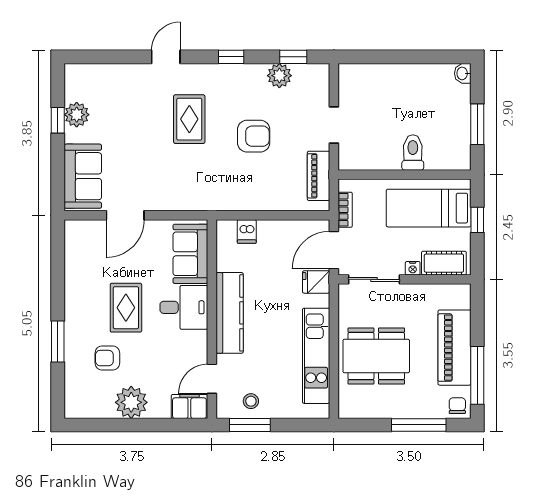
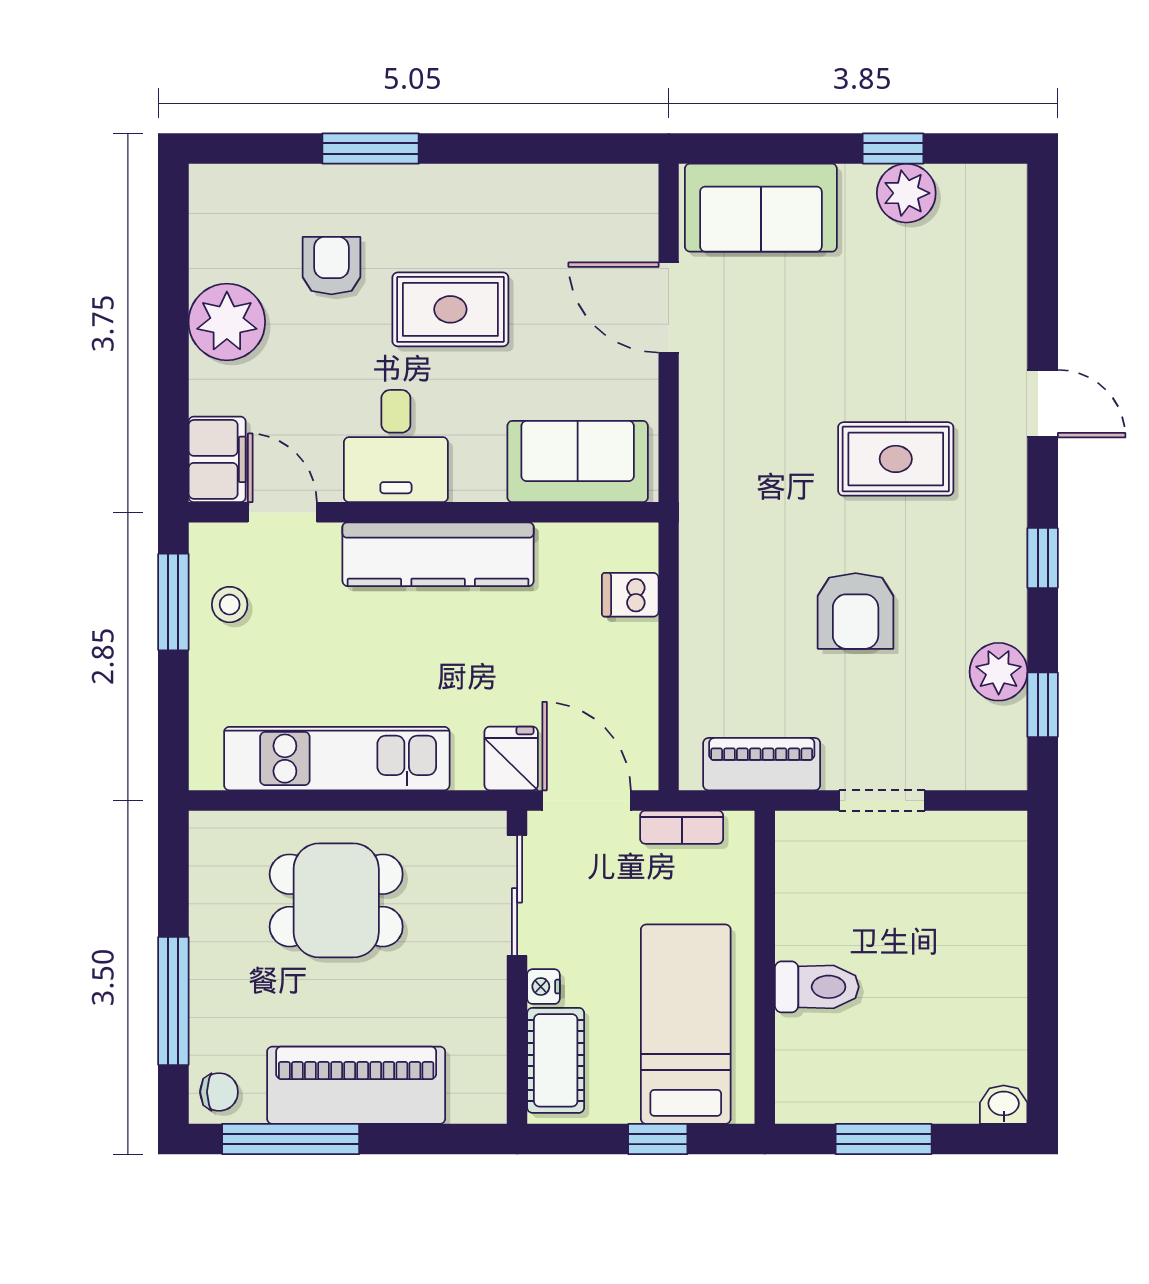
desk: (184, 307) -> (396, 446), moved
dining table: (376, 356) -> (336, 900), width x0.73

